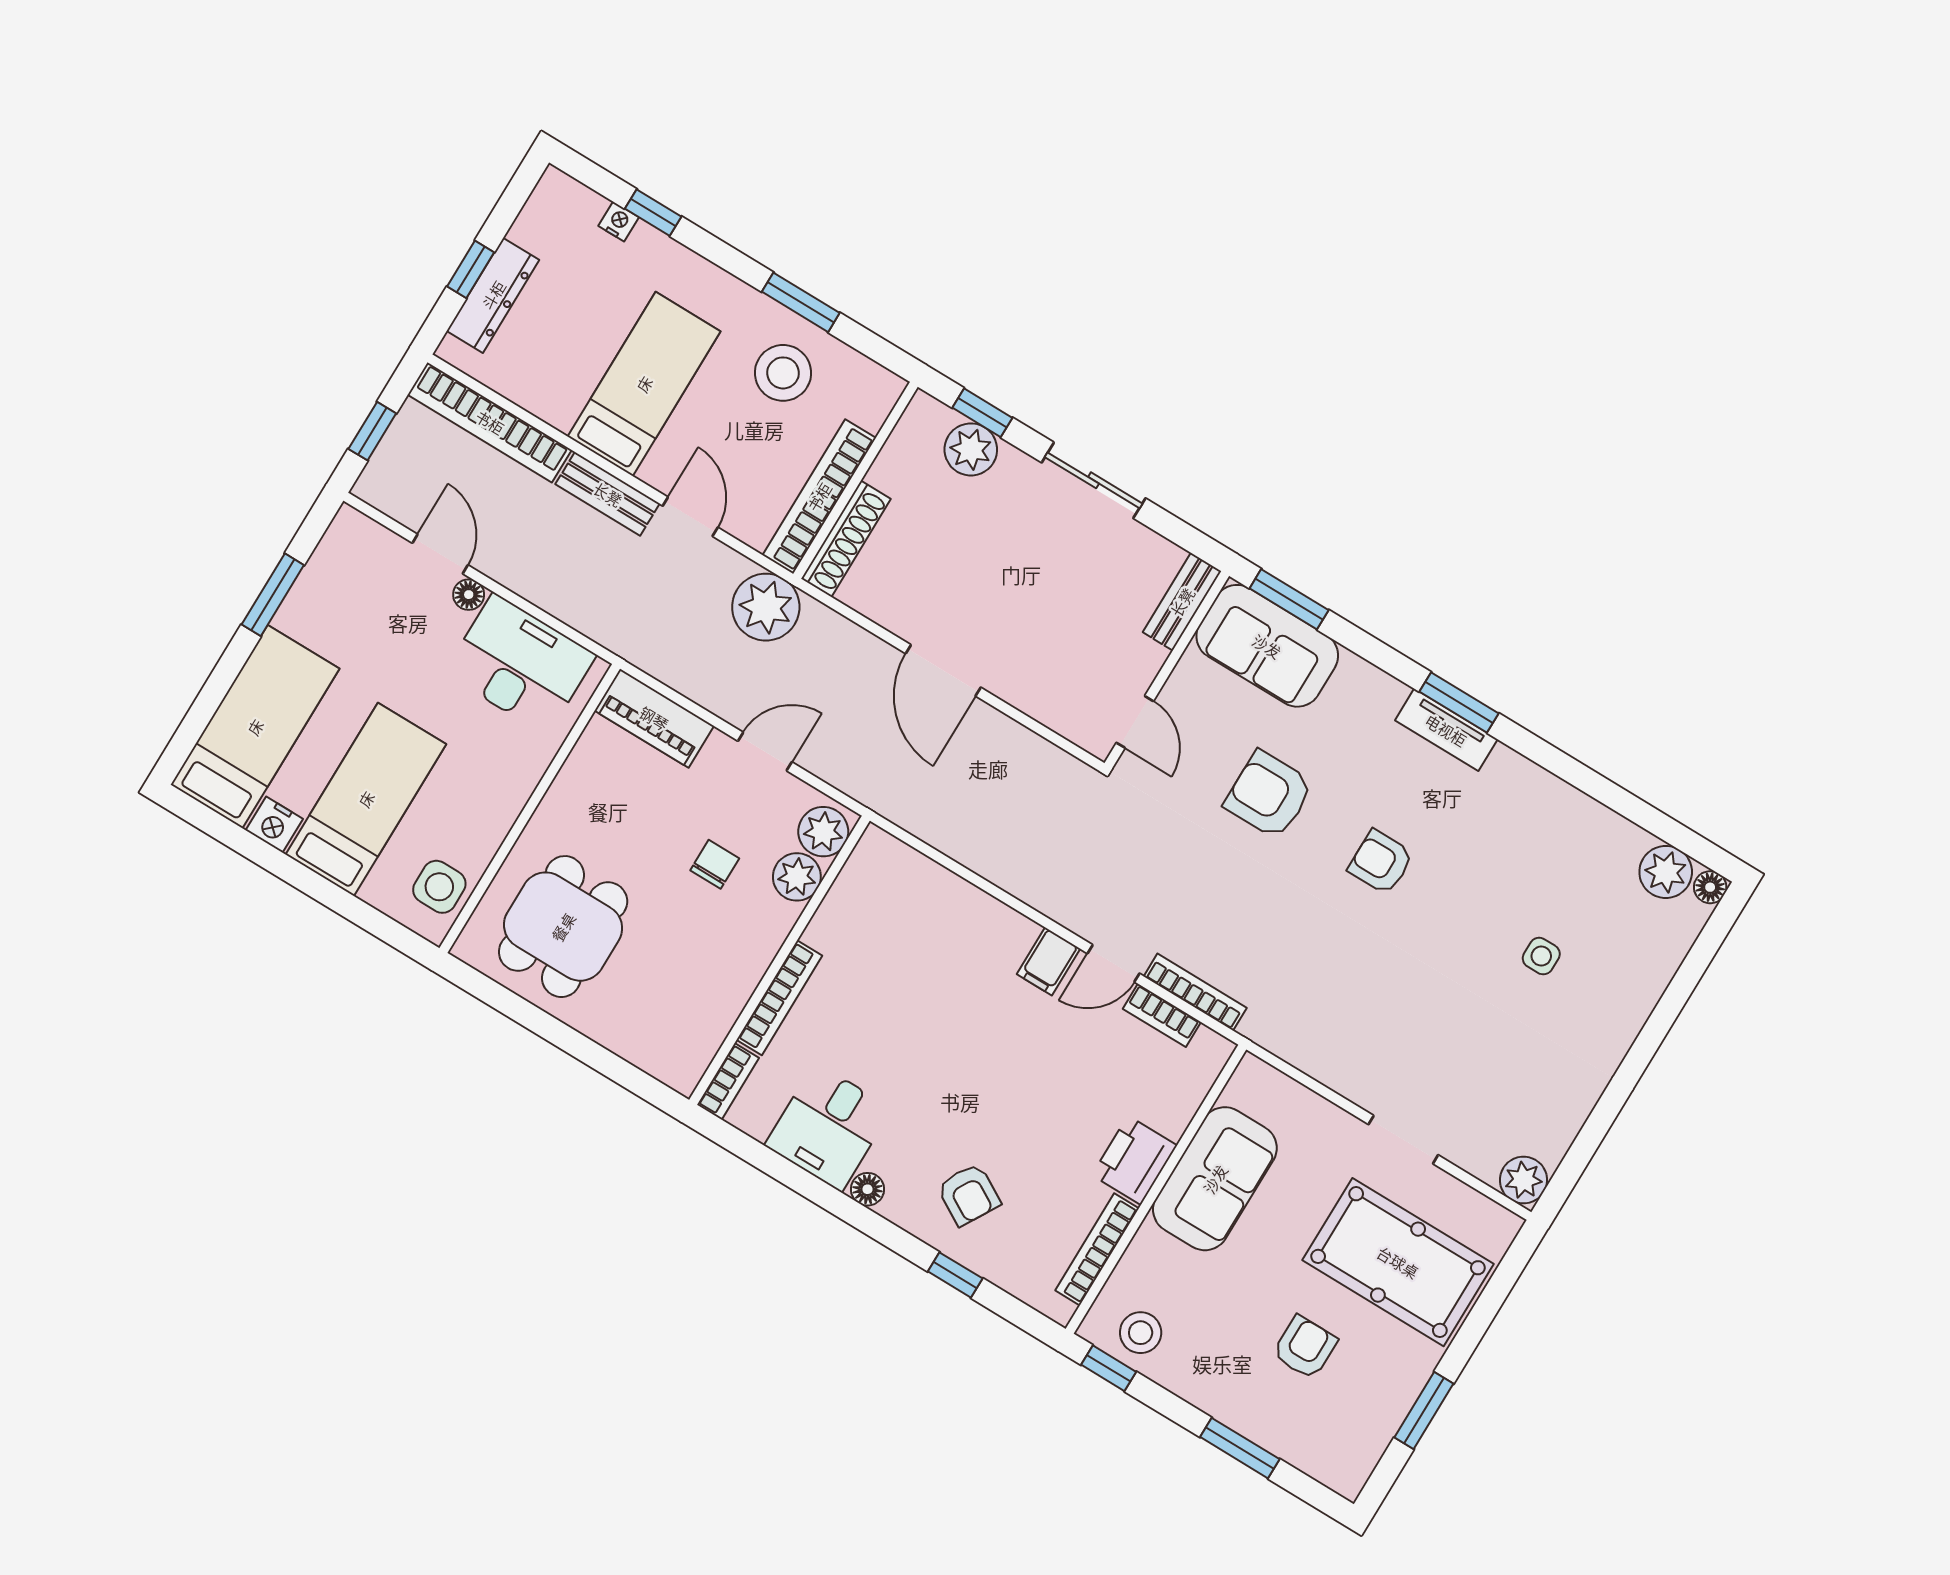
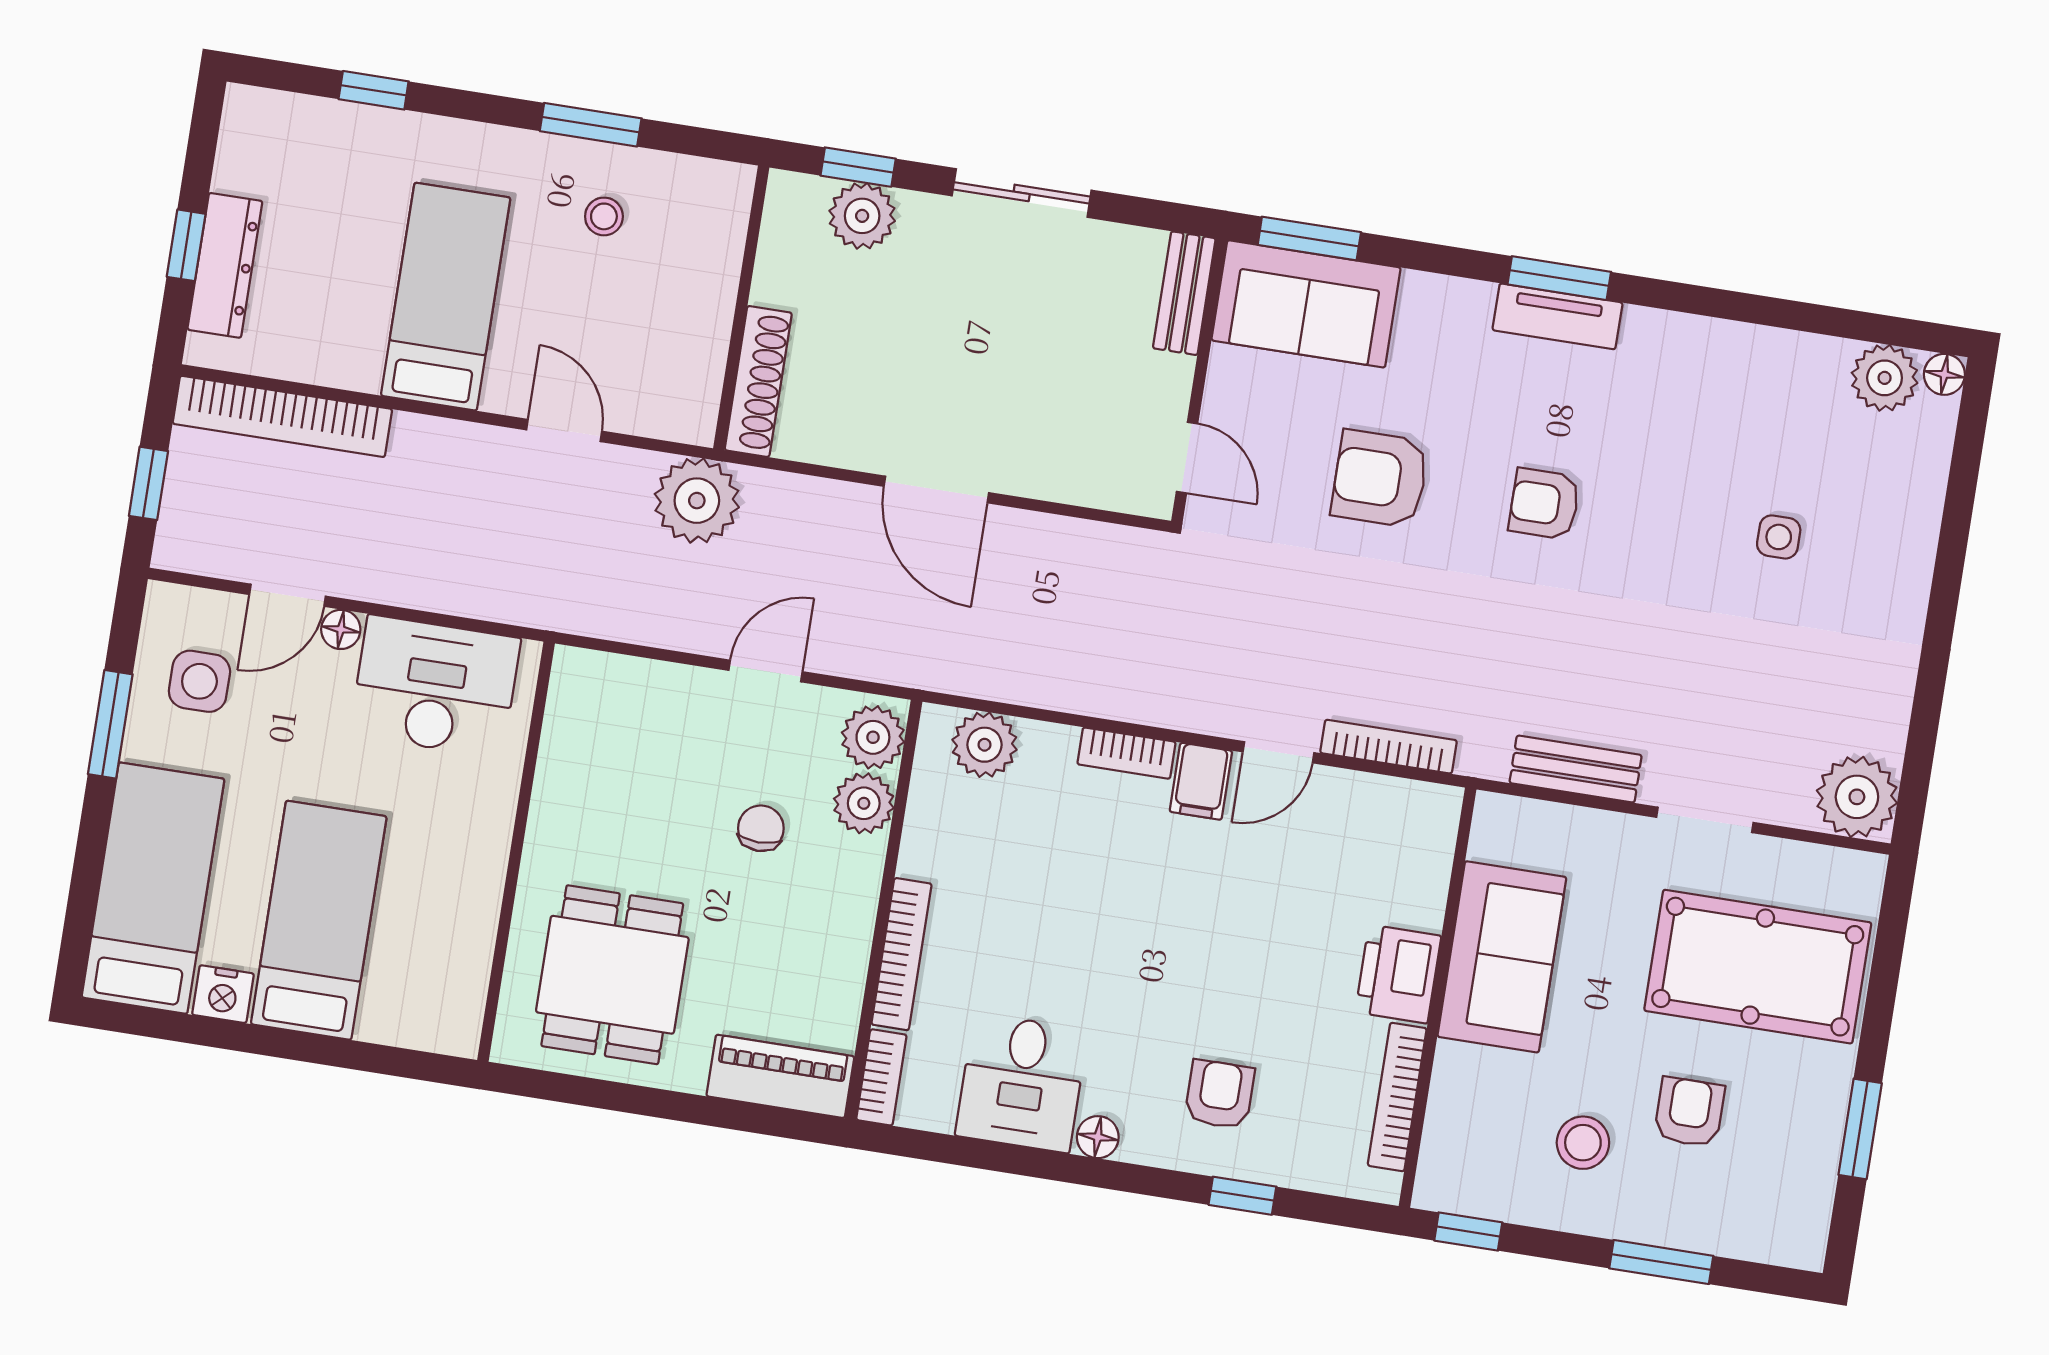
nightstand: (619, 222) -> (337, 118), removed
stool: (783, 373) -> (604, 216), width x0.53, depth x0.53
bench: (608, 494) -> (1576, 769), moved
bookcase: (819, 497) -> (706, 345), removed
door: (440, 554) -> (288, 595), swing flipped
piano: (654, 718) -> (780, 1076), moved, turned 180
plant: (902, 870) -> (985, 745), added
side table: (439, 887) -> (199, 681), moved
bookcase: (1162, 1015) -> (1126, 753), moved
plant: (1524, 1180) -> (1857, 797), width x1.36, depth x1.36
armchair: (969, 1195) -> (1220, 1094), turned -120
stool: (1141, 1333) -> (1583, 1143), moved

